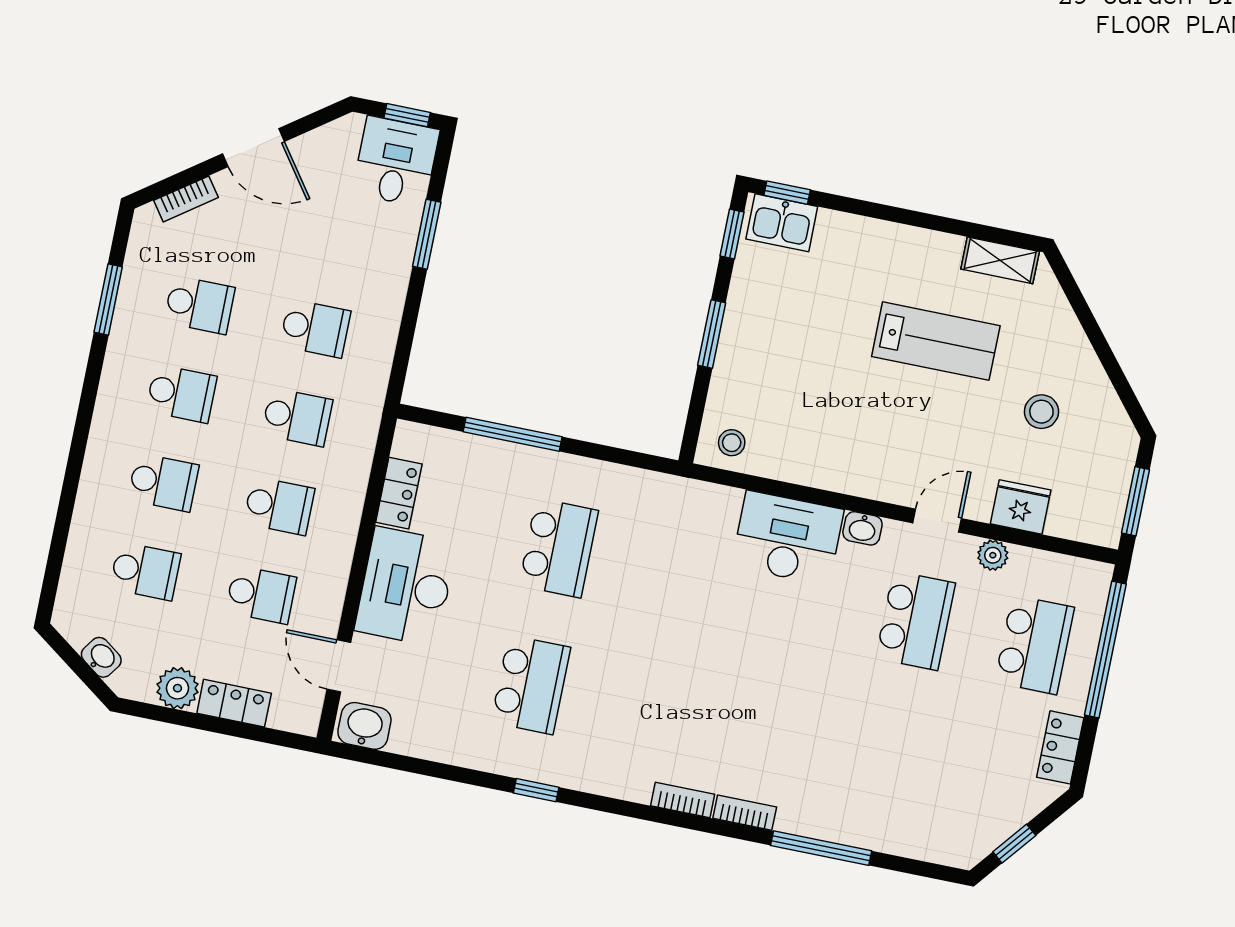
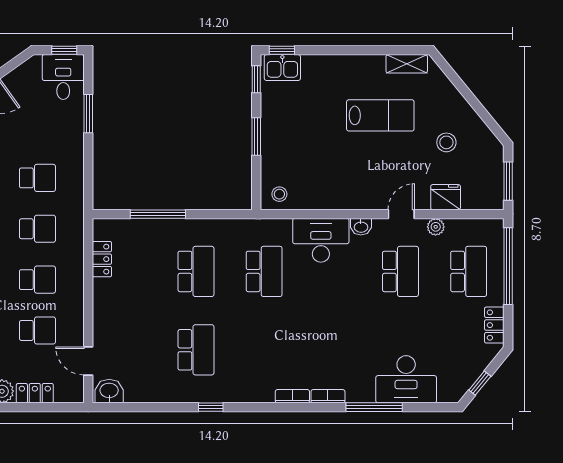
school desk: (678, 572) -> (264, 271), added
desk: (406, 586) -> (406, 379), moved, turned -90

